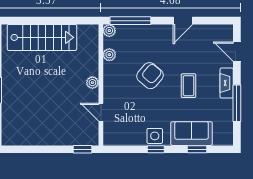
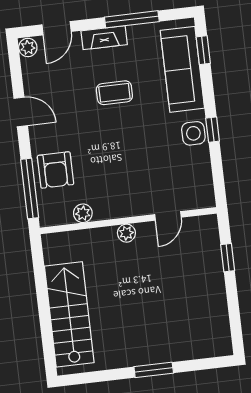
plant: (109, 31) -> (28, 47), moved
armchair: (150, 76) -> (55, 170), moved, turned -130
sofa: (192, 134) -> (182, 69), width x1.36
window: (83, 149) -> (228, 258), moved
window: (197, 149) -> (203, 50), moved

